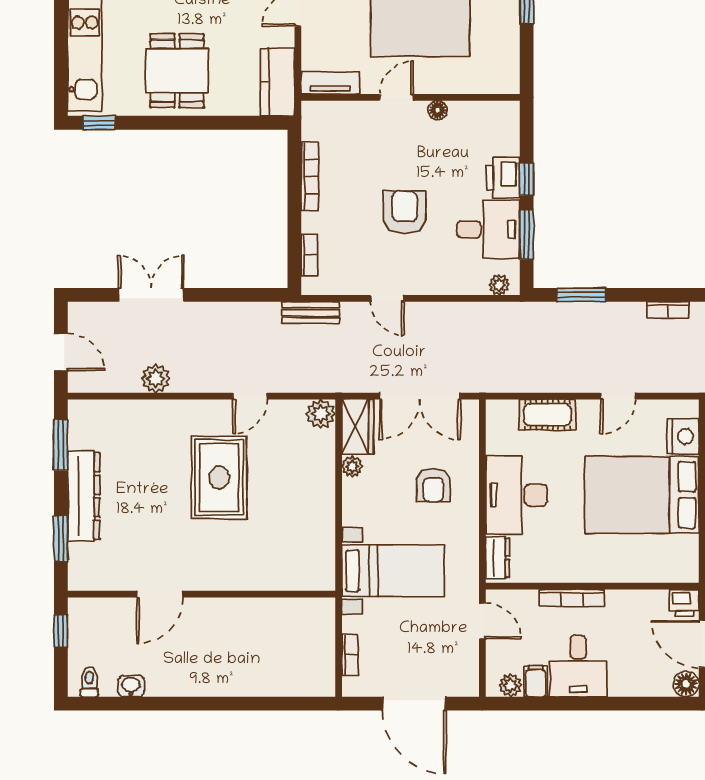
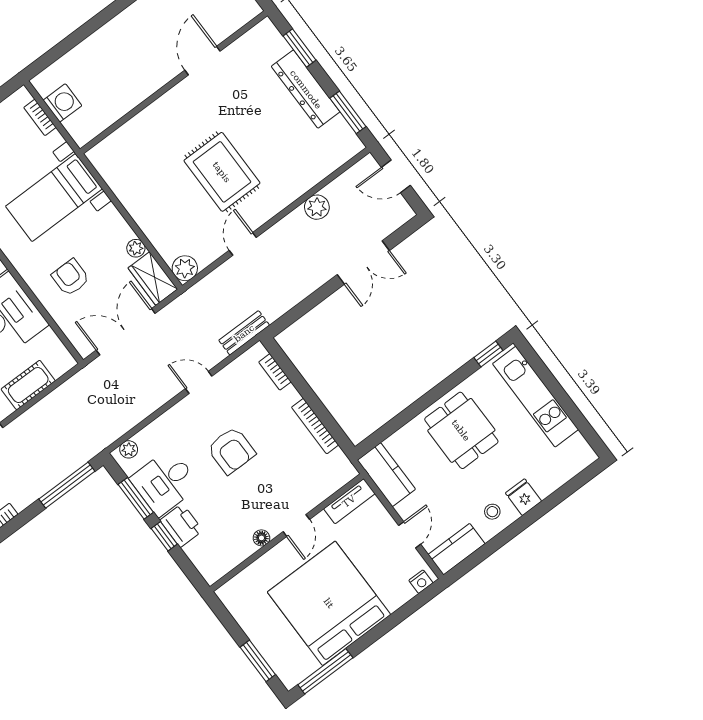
window: (581, 295) -> (67, 485), width x1.44
washing machine: (319, 653) -> (62, 103), added

